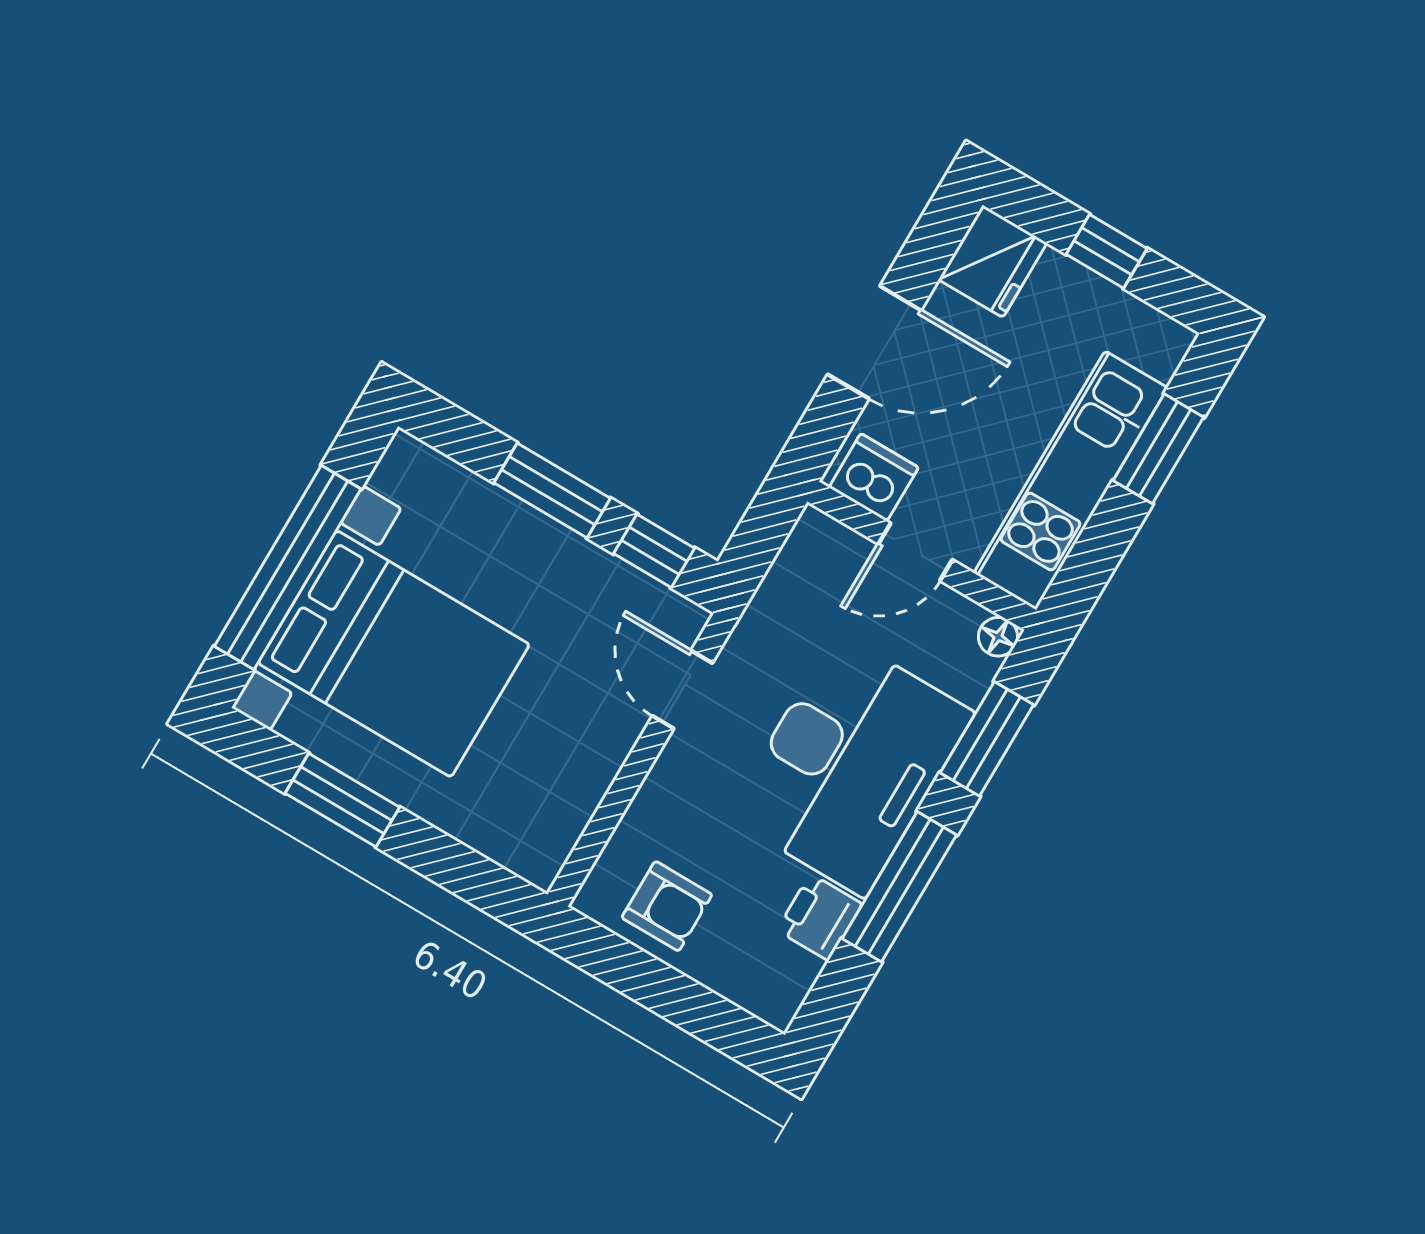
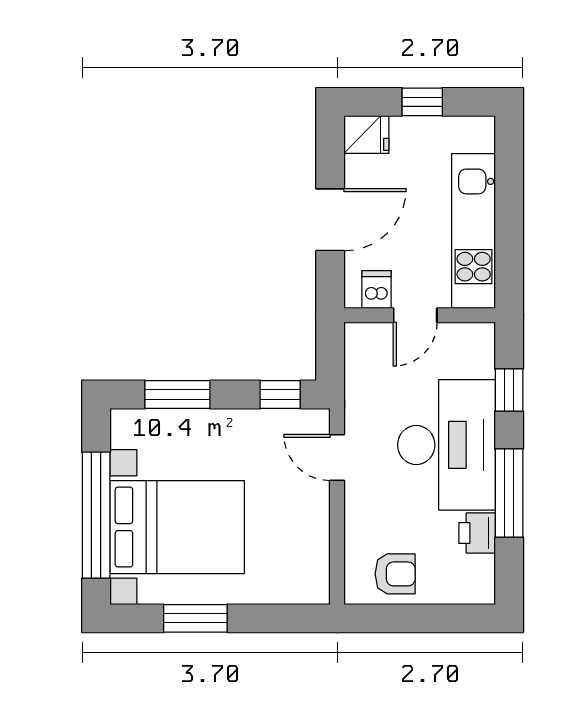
fridge: (993, 261) -> (366, 135), width x0.72
window: (1158, 449) -> (509, 188), removed
dishwasher: (874, 477) -> (377, 290), width x0.73
window: (552, 491) -> (177, 395), moved
floor lamp: (998, 637) -> (484, 334), removed
window: (987, 739) -> (509, 390), width x0.67

